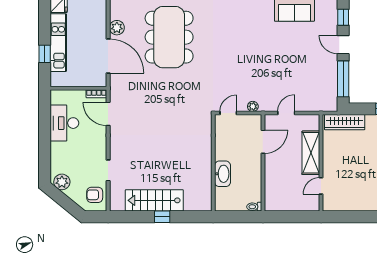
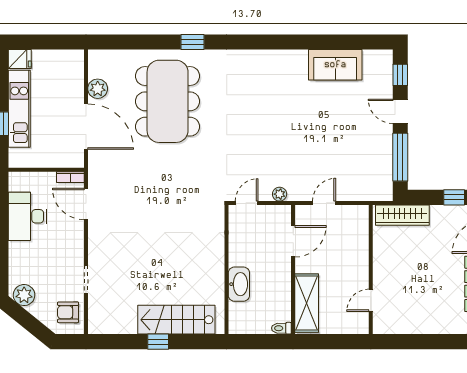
shelving: (311, 153) -> (307, 303), moved
stairs: (154, 200) -> (176, 320), moved

